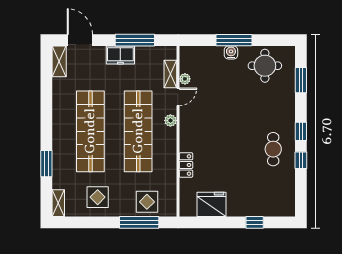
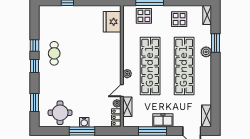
plant: (60, 151) -> (206, 52), added
locker: (186, 165) -> (116, 117), moved
fridge: (212, 204) -> (112, 22), moved, turned 90

